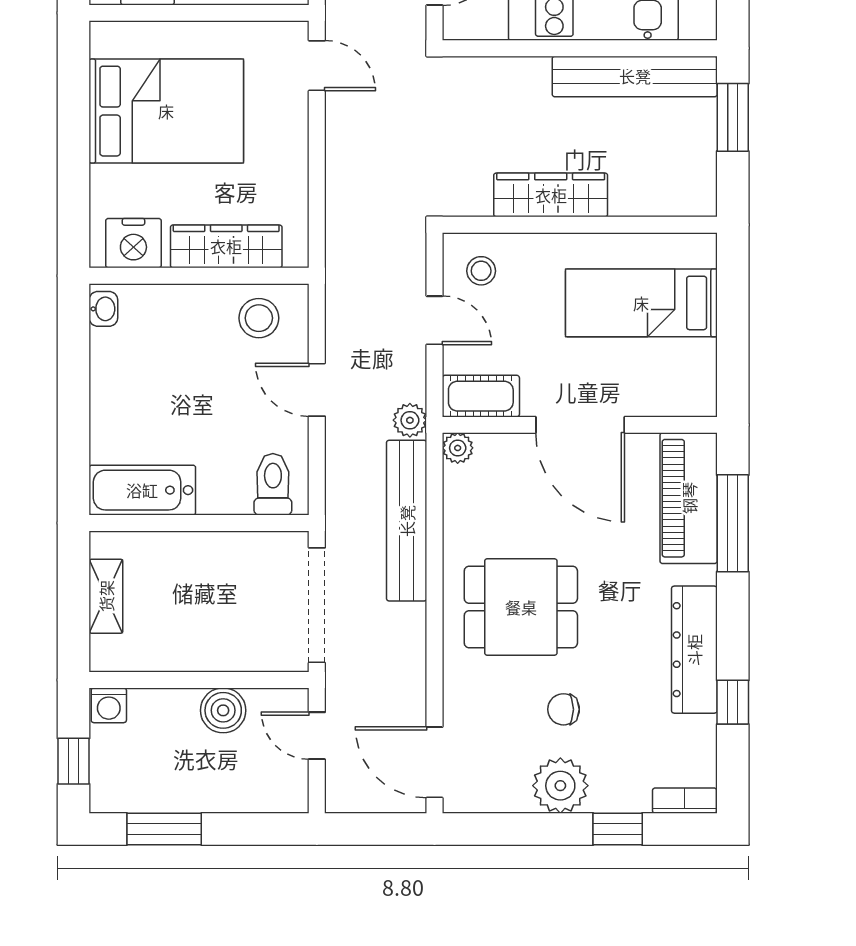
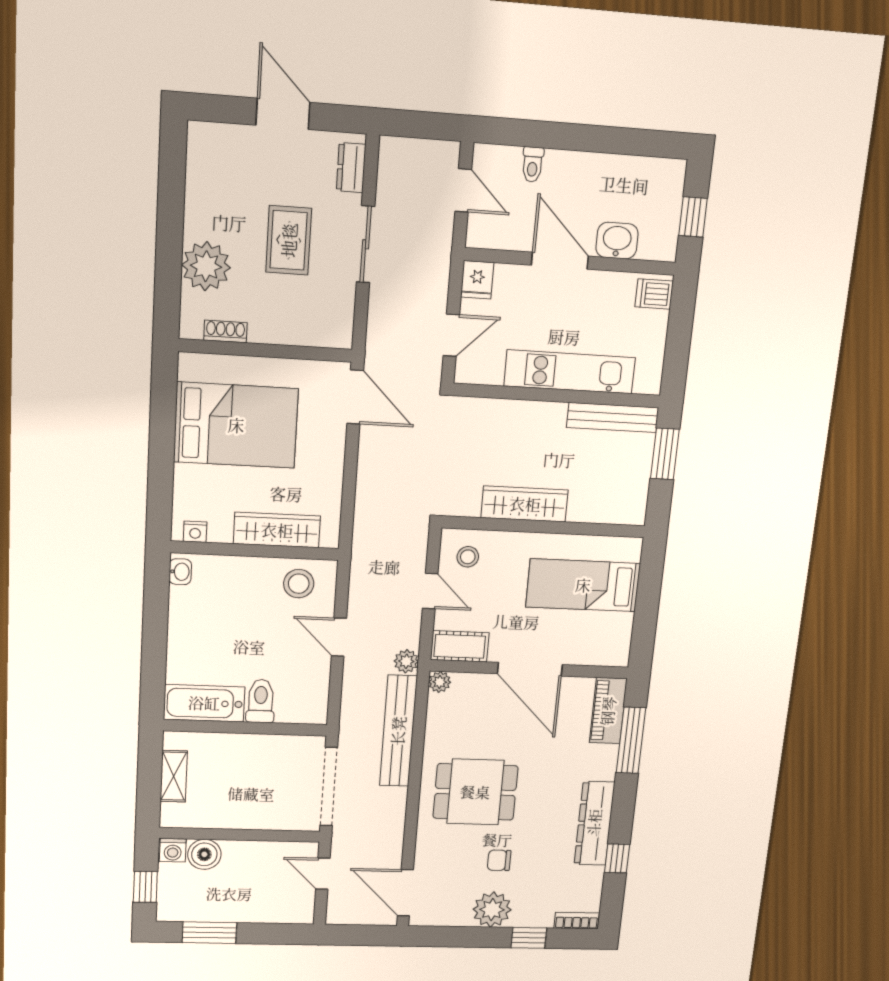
door: (317, 66) -> (355, 397), width x1.37
bench: (635, 76) -> (613, 417), width x0.73, depth x0.82
nightstand: (133, 243) -> (195, 532), width x0.53, depth x0.56
toilet: (273, 484) -> (261, 701), moved
piano: (689, 498) -> (608, 711), width x0.73, depth x0.75
boiler: (223, 710) -> (204, 854), moved

